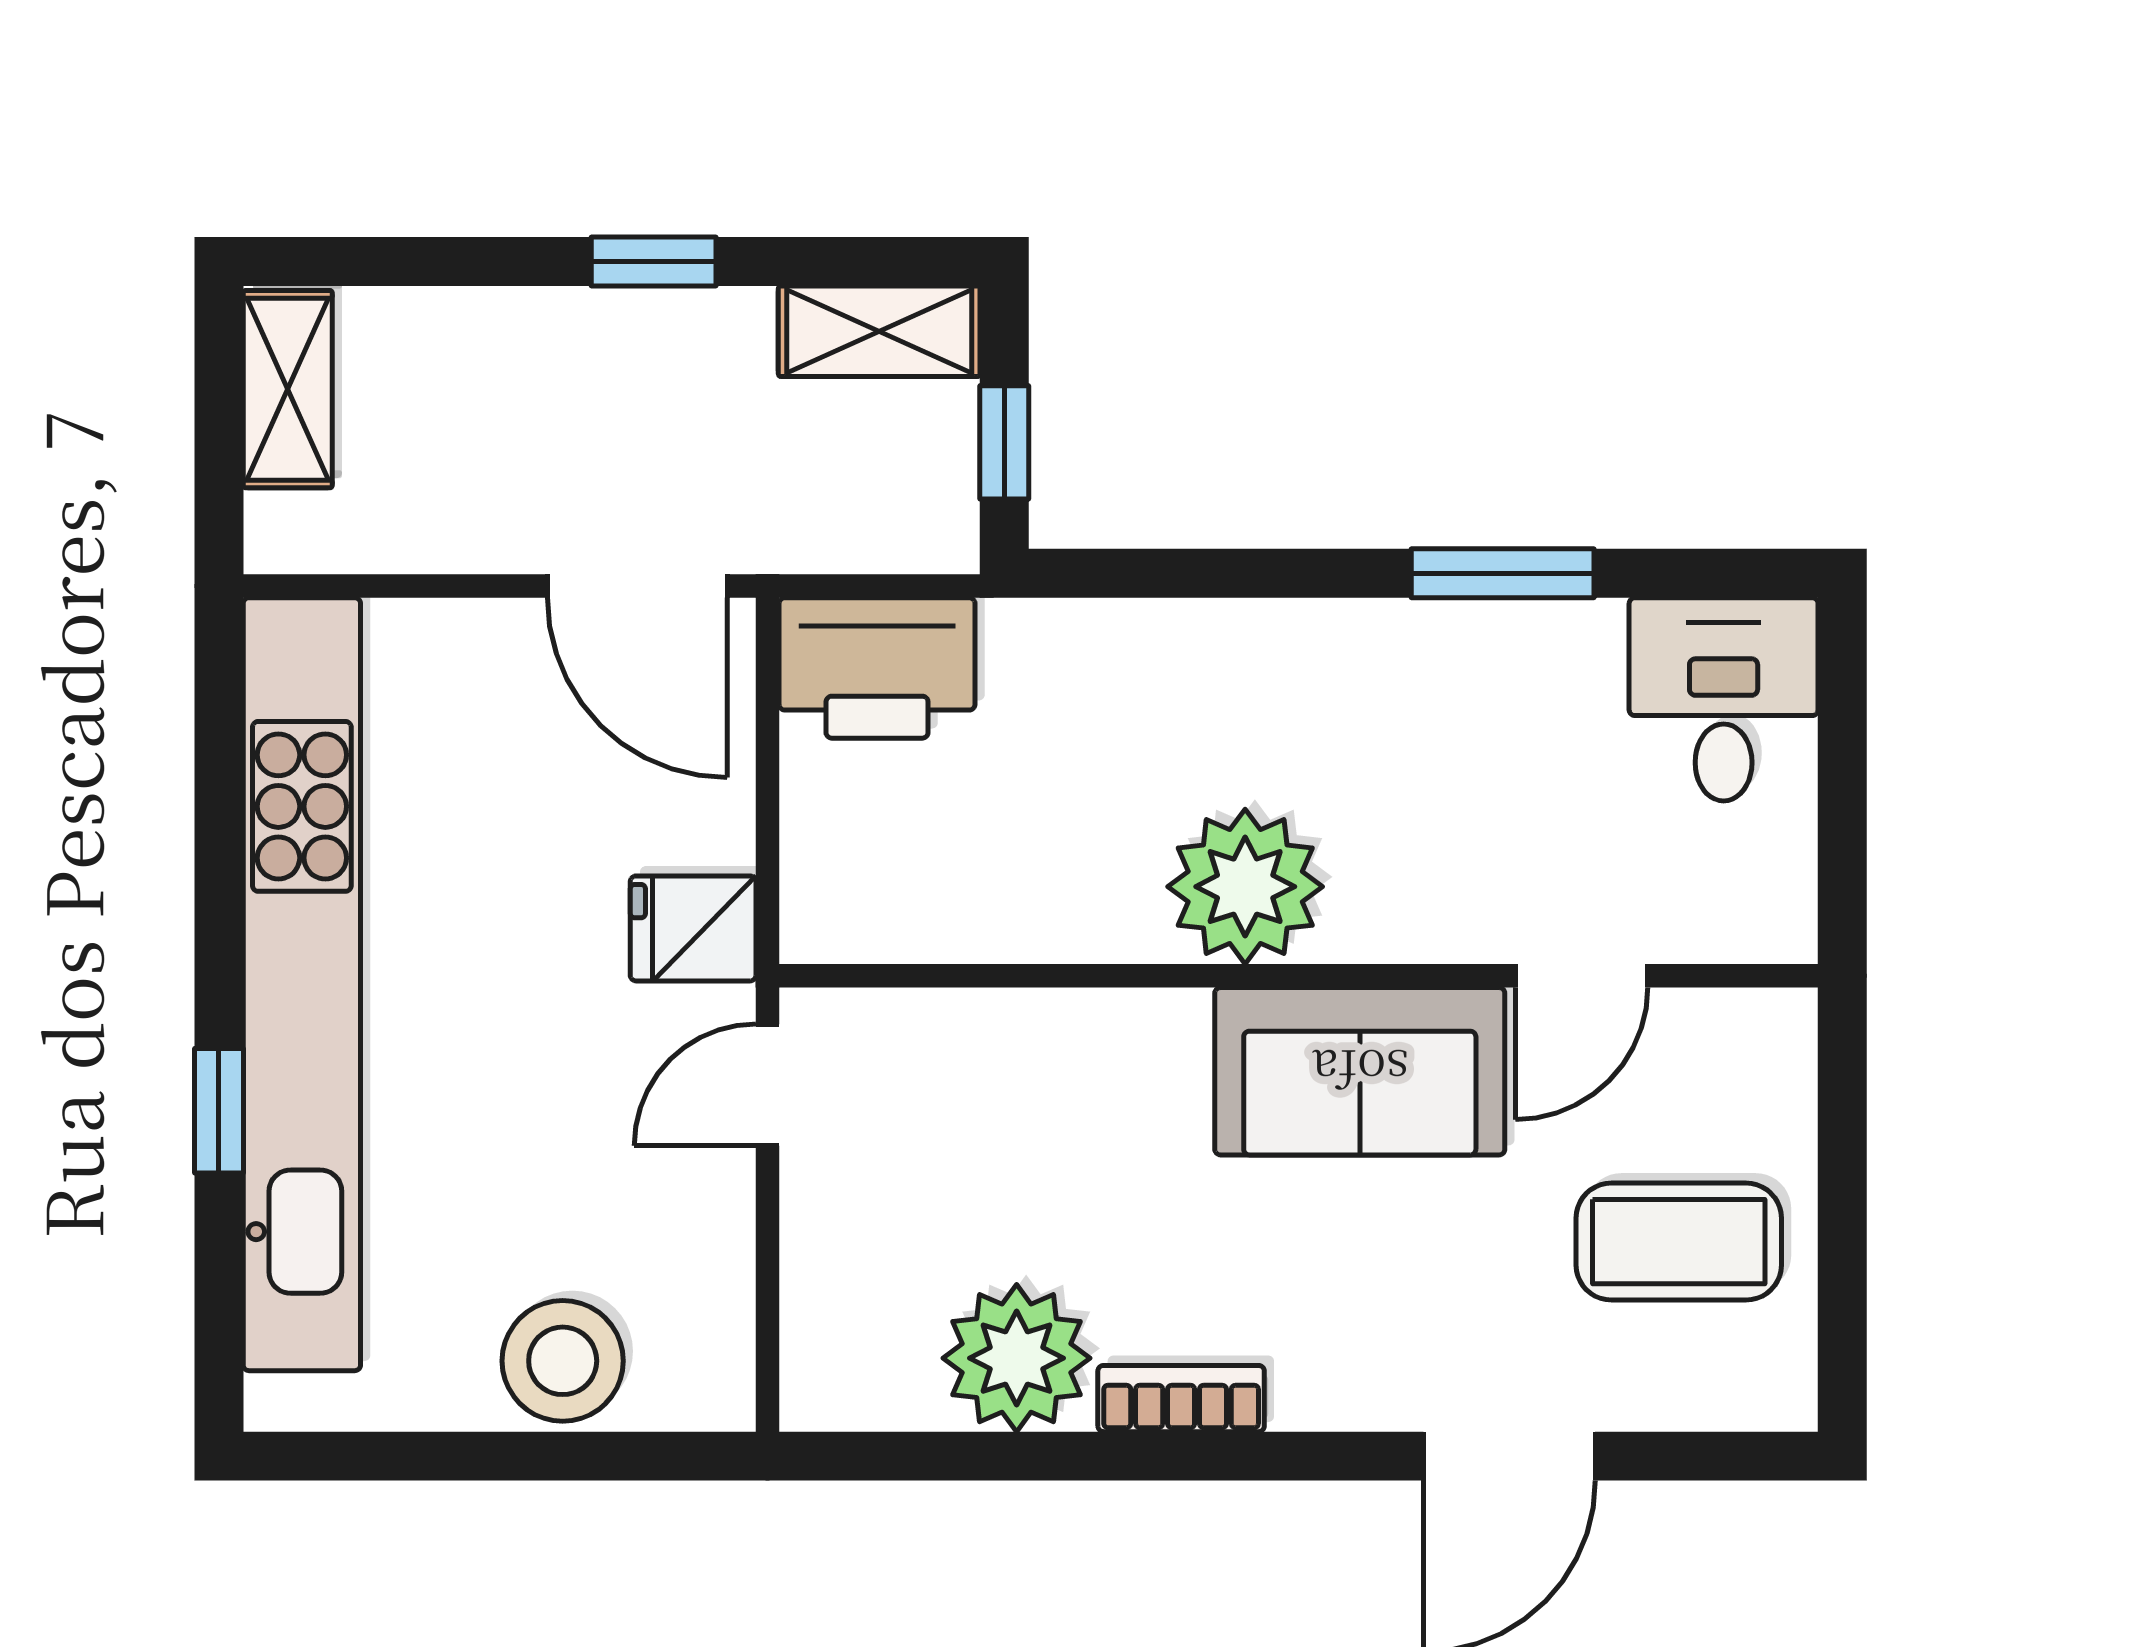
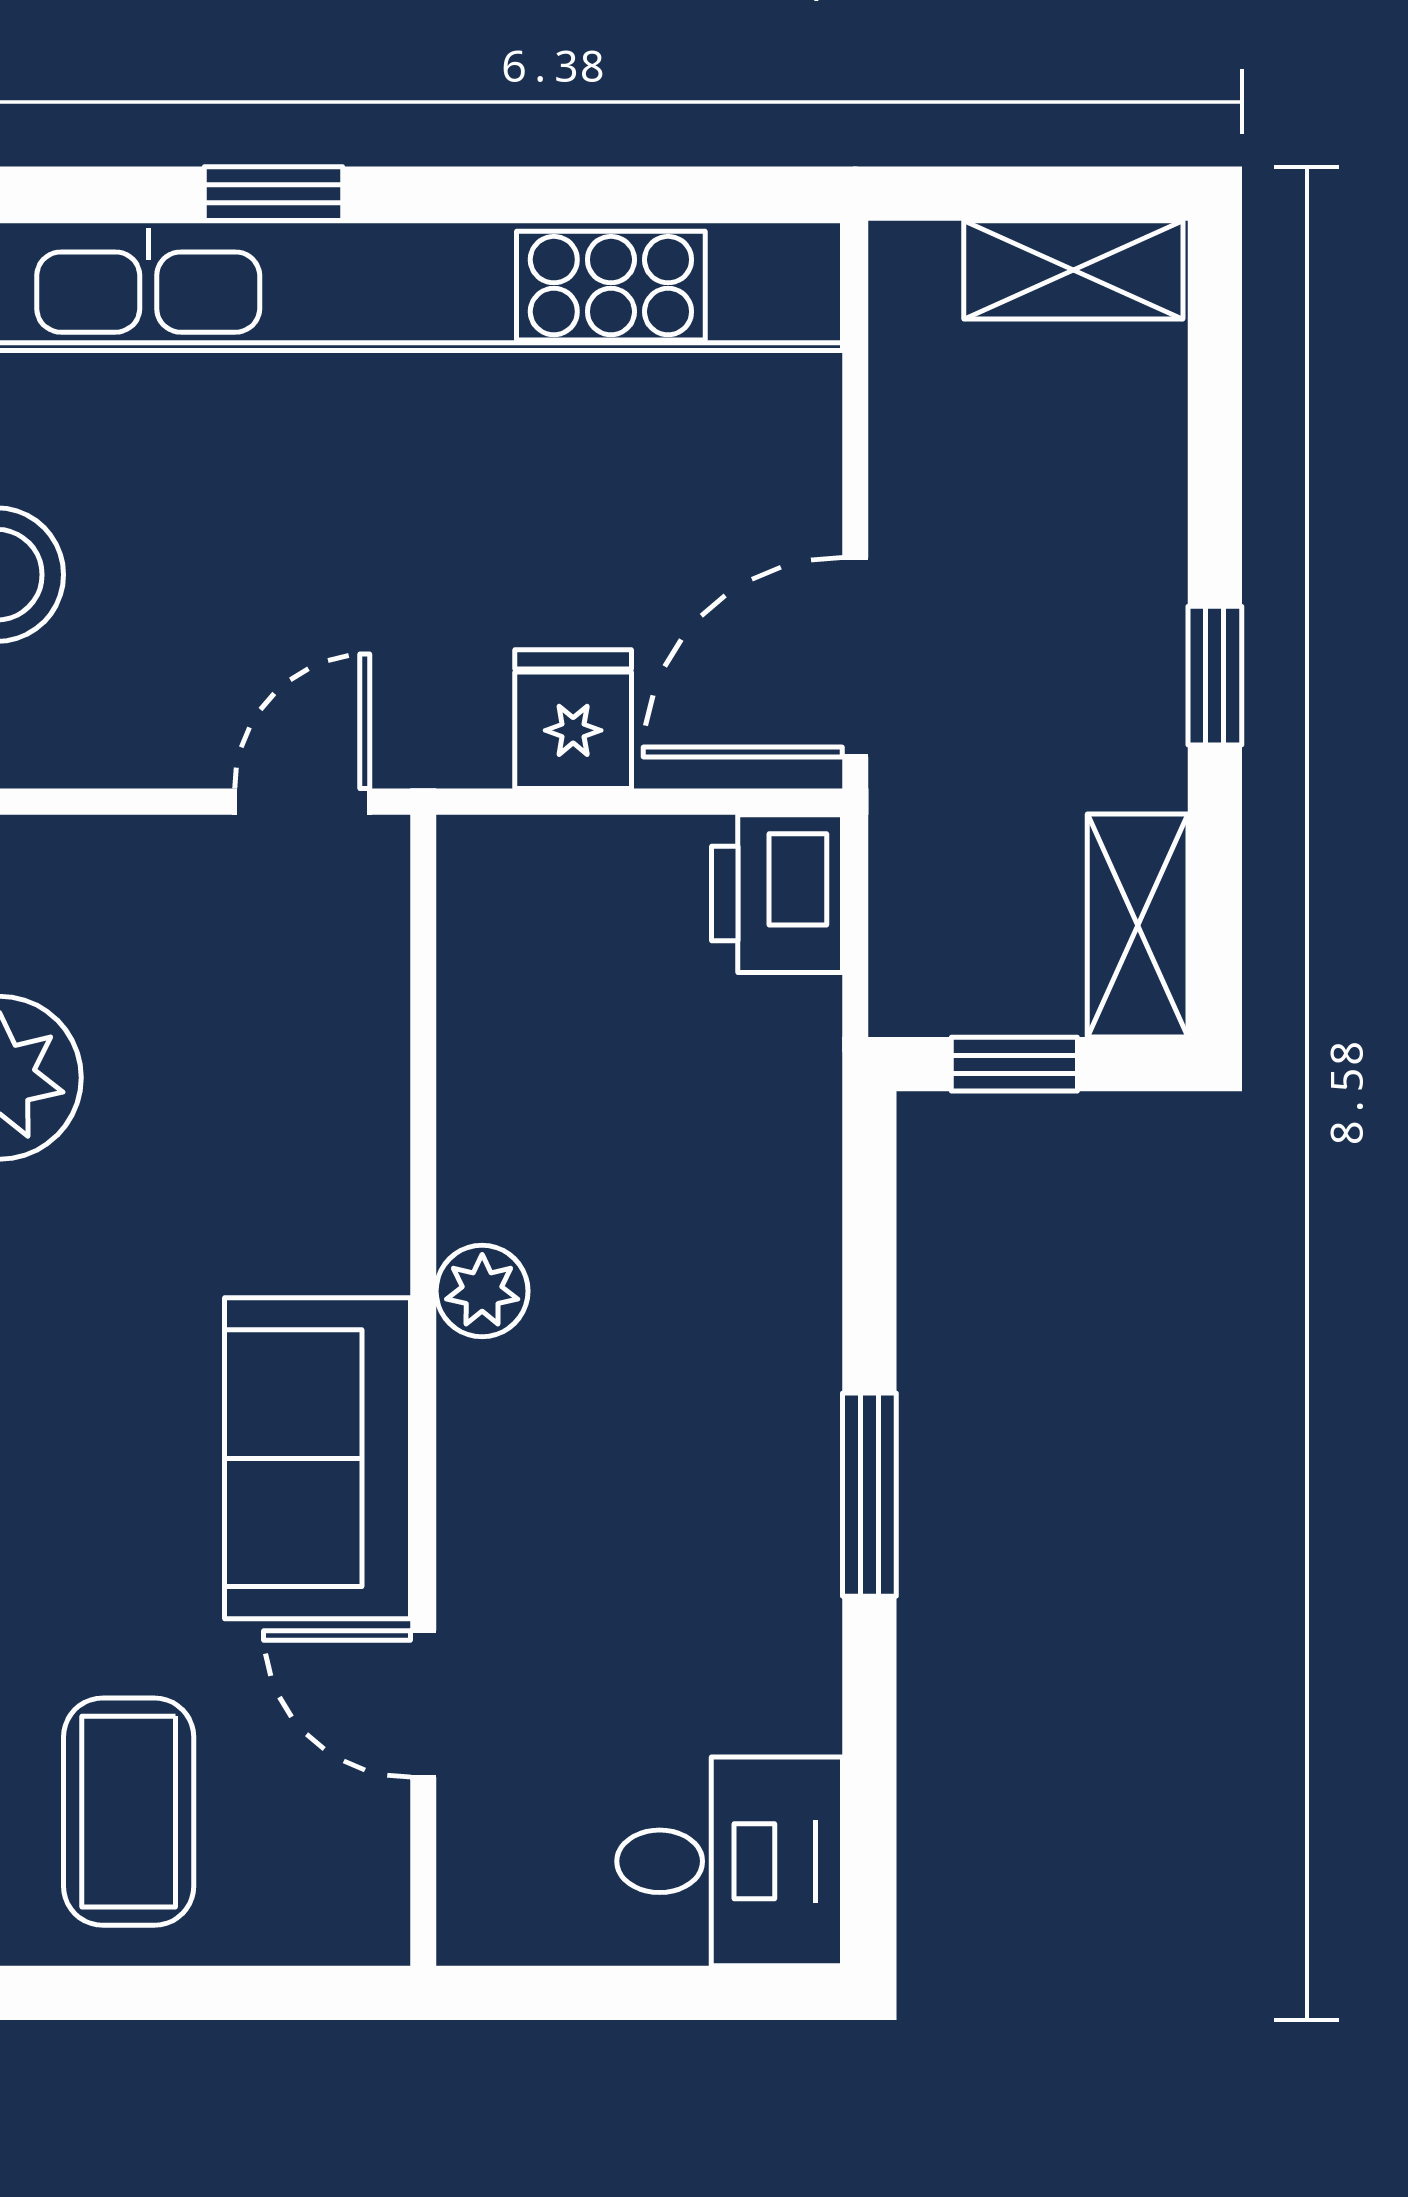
window: (1503, 573) -> (869, 1495), moved
printer: (877, 668) -> (777, 894), width x0.73, depth x0.84
plant: (1245, 887) -> (482, 1291), width x0.53, depth x0.53
fridge: (693, 928) -> (573, 719), moved
door: (767, 1085) -> (302, 802), hinge flipped

